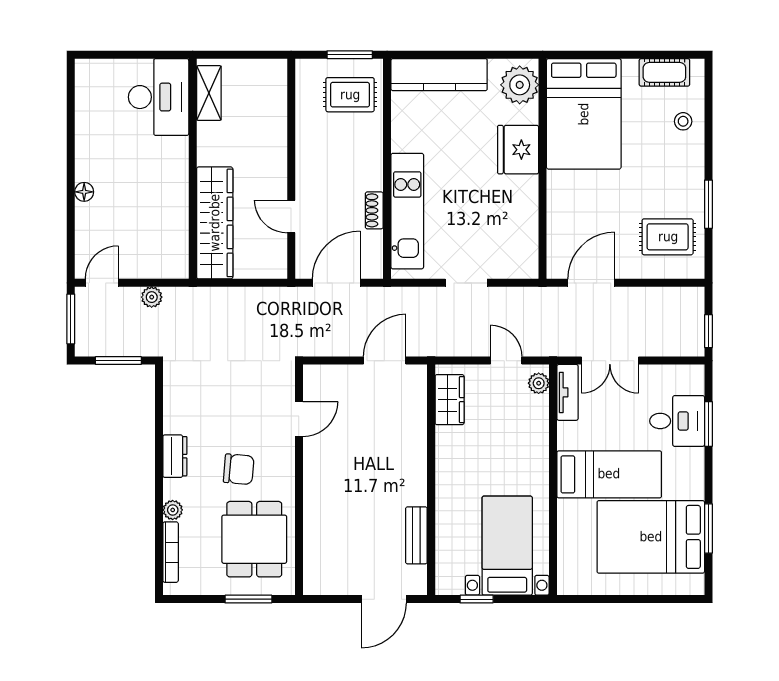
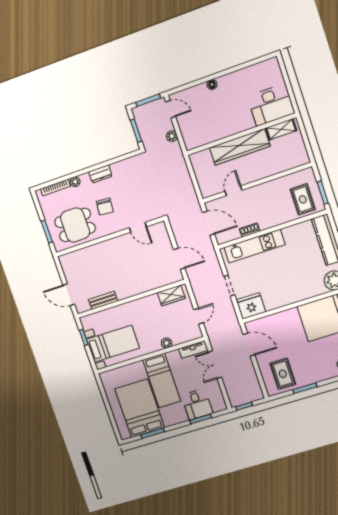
fridge: (518, 150) -> (251, 306), moved
wardrobe: (215, 223) -> (240, 147), moved
plant: (539, 383) -> (167, 343), moved

